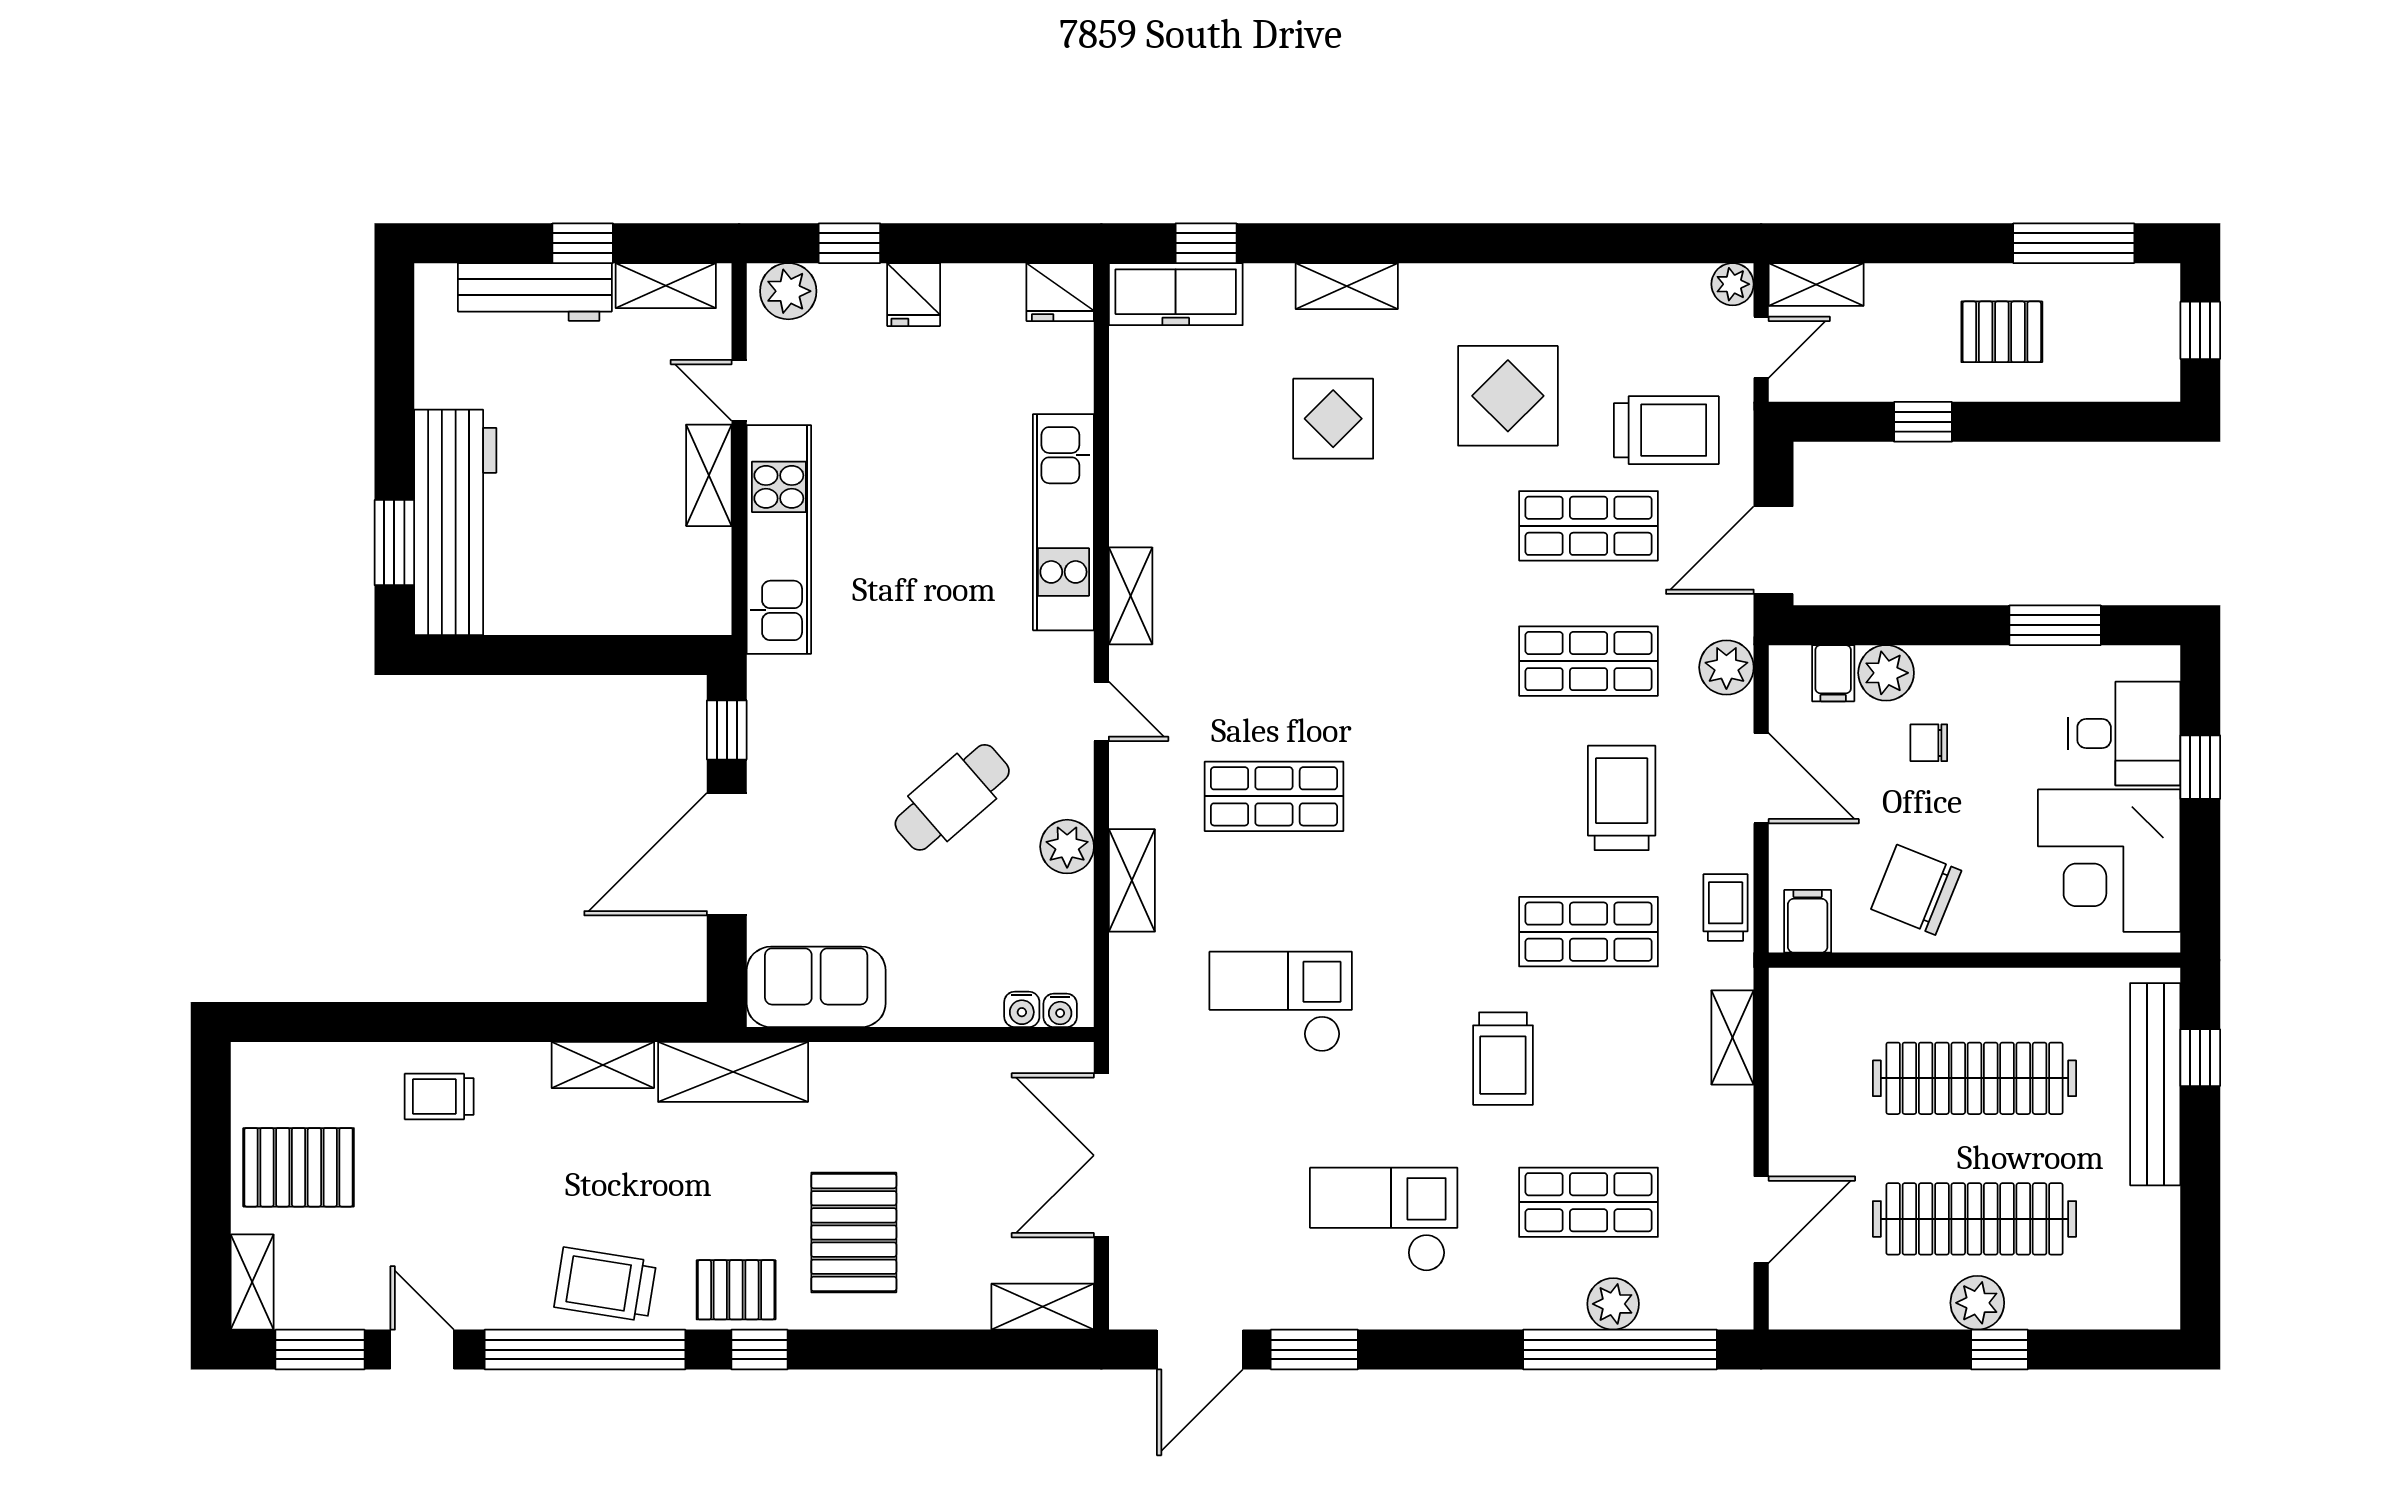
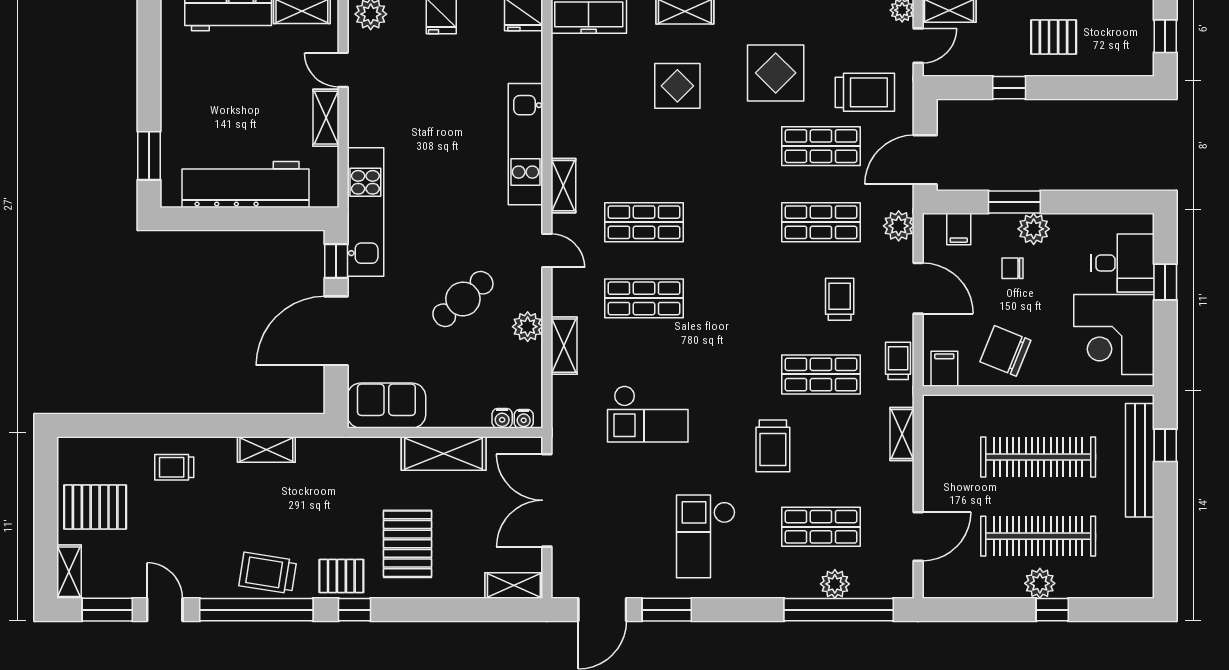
workbench: (455, 522) -> (246, 185), moved, turned -90
kitchen unit: (779, 540) -> (365, 212), moved
window: (2055, 625) -> (1014, 202), moved
shop shelf: (1274, 661) -> (644, 222), added
plant: (1886, 673) -> (1034, 229), moved
trolley: (1622, 798) -> (840, 299), width x0.73, depth x0.72
checkout: (1281, 1002) -> (648, 414), turned 180
shelving: (733, 1072) -> (444, 453), moved
checkout: (1384, 1220) -> (706, 536), turned -90

